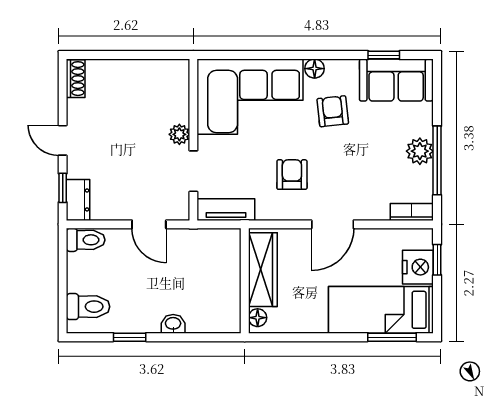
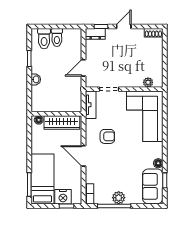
floor lamp: (315, 69) -> (158, 163), moved
armchair: (333, 111) -> (138, 156), removed
plant: (179, 134) -> (148, 82), moved
toilet: (86, 240) -> (57, 37), moved

